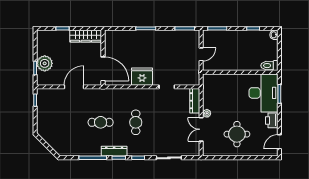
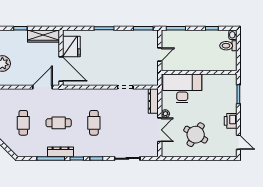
toilet: (269, 66) -> (228, 46), moved
fridge: (142, 77) -> (71, 46), moved, turned 90
door: (74, 87) -> (42, 87), moved
desk: (263, 93) -> (182, 88), moved, turned -90
cafe table: (65, 122) -> (23, 123), added
double door: (201, 129) -> (160, 130), swing flipped
round table: (237, 134) -> (196, 135), turned 31
door: (279, 142) -> (238, 142), swing flipped
dresser: (114, 151) -> (61, 152), moved

